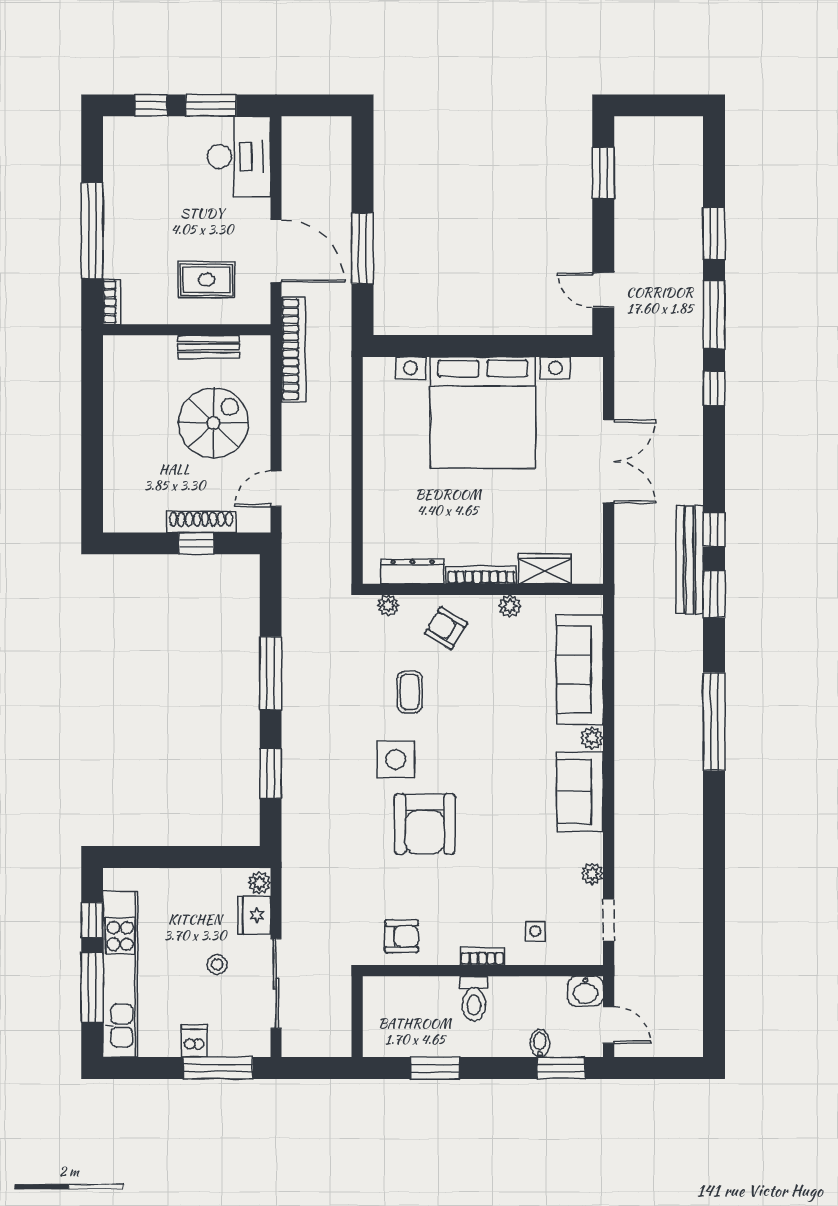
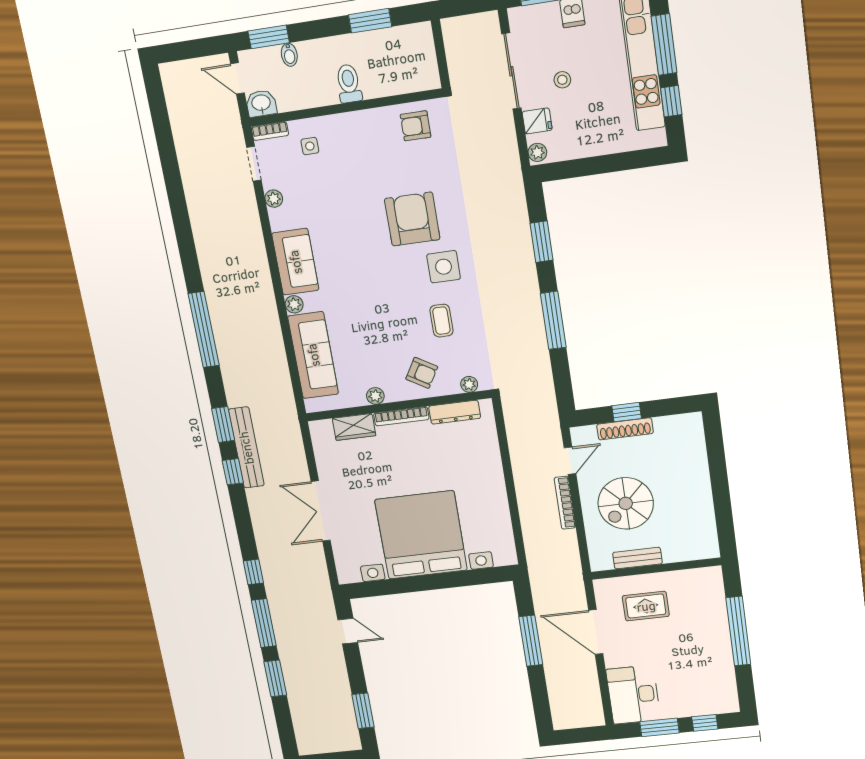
bookcase: (112, 302) -> (717, 582), removed
bookcase: (293, 349) -> (565, 503), moved, width x0.68, depth x0.76
fridge: (254, 915) -> (537, 121), width x0.72
bookcase: (482, 956) -> (270, 131), moved

